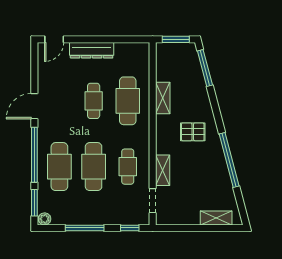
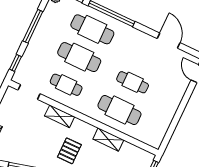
dresser: (92, 50) -> (174, 100), removed
door: (34, 106) -> (169, 41), moved
shelving: (163, 170) -> (60, 116), moved

